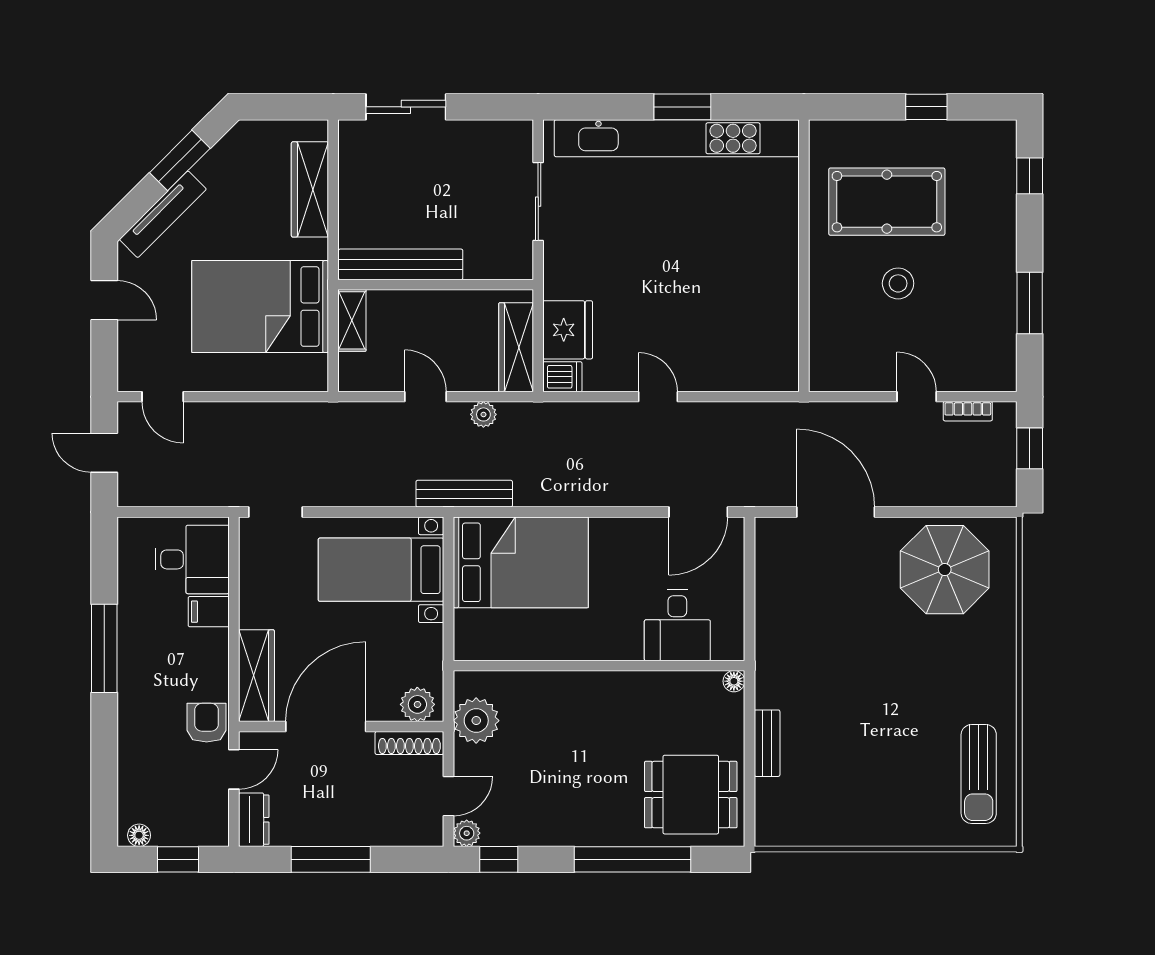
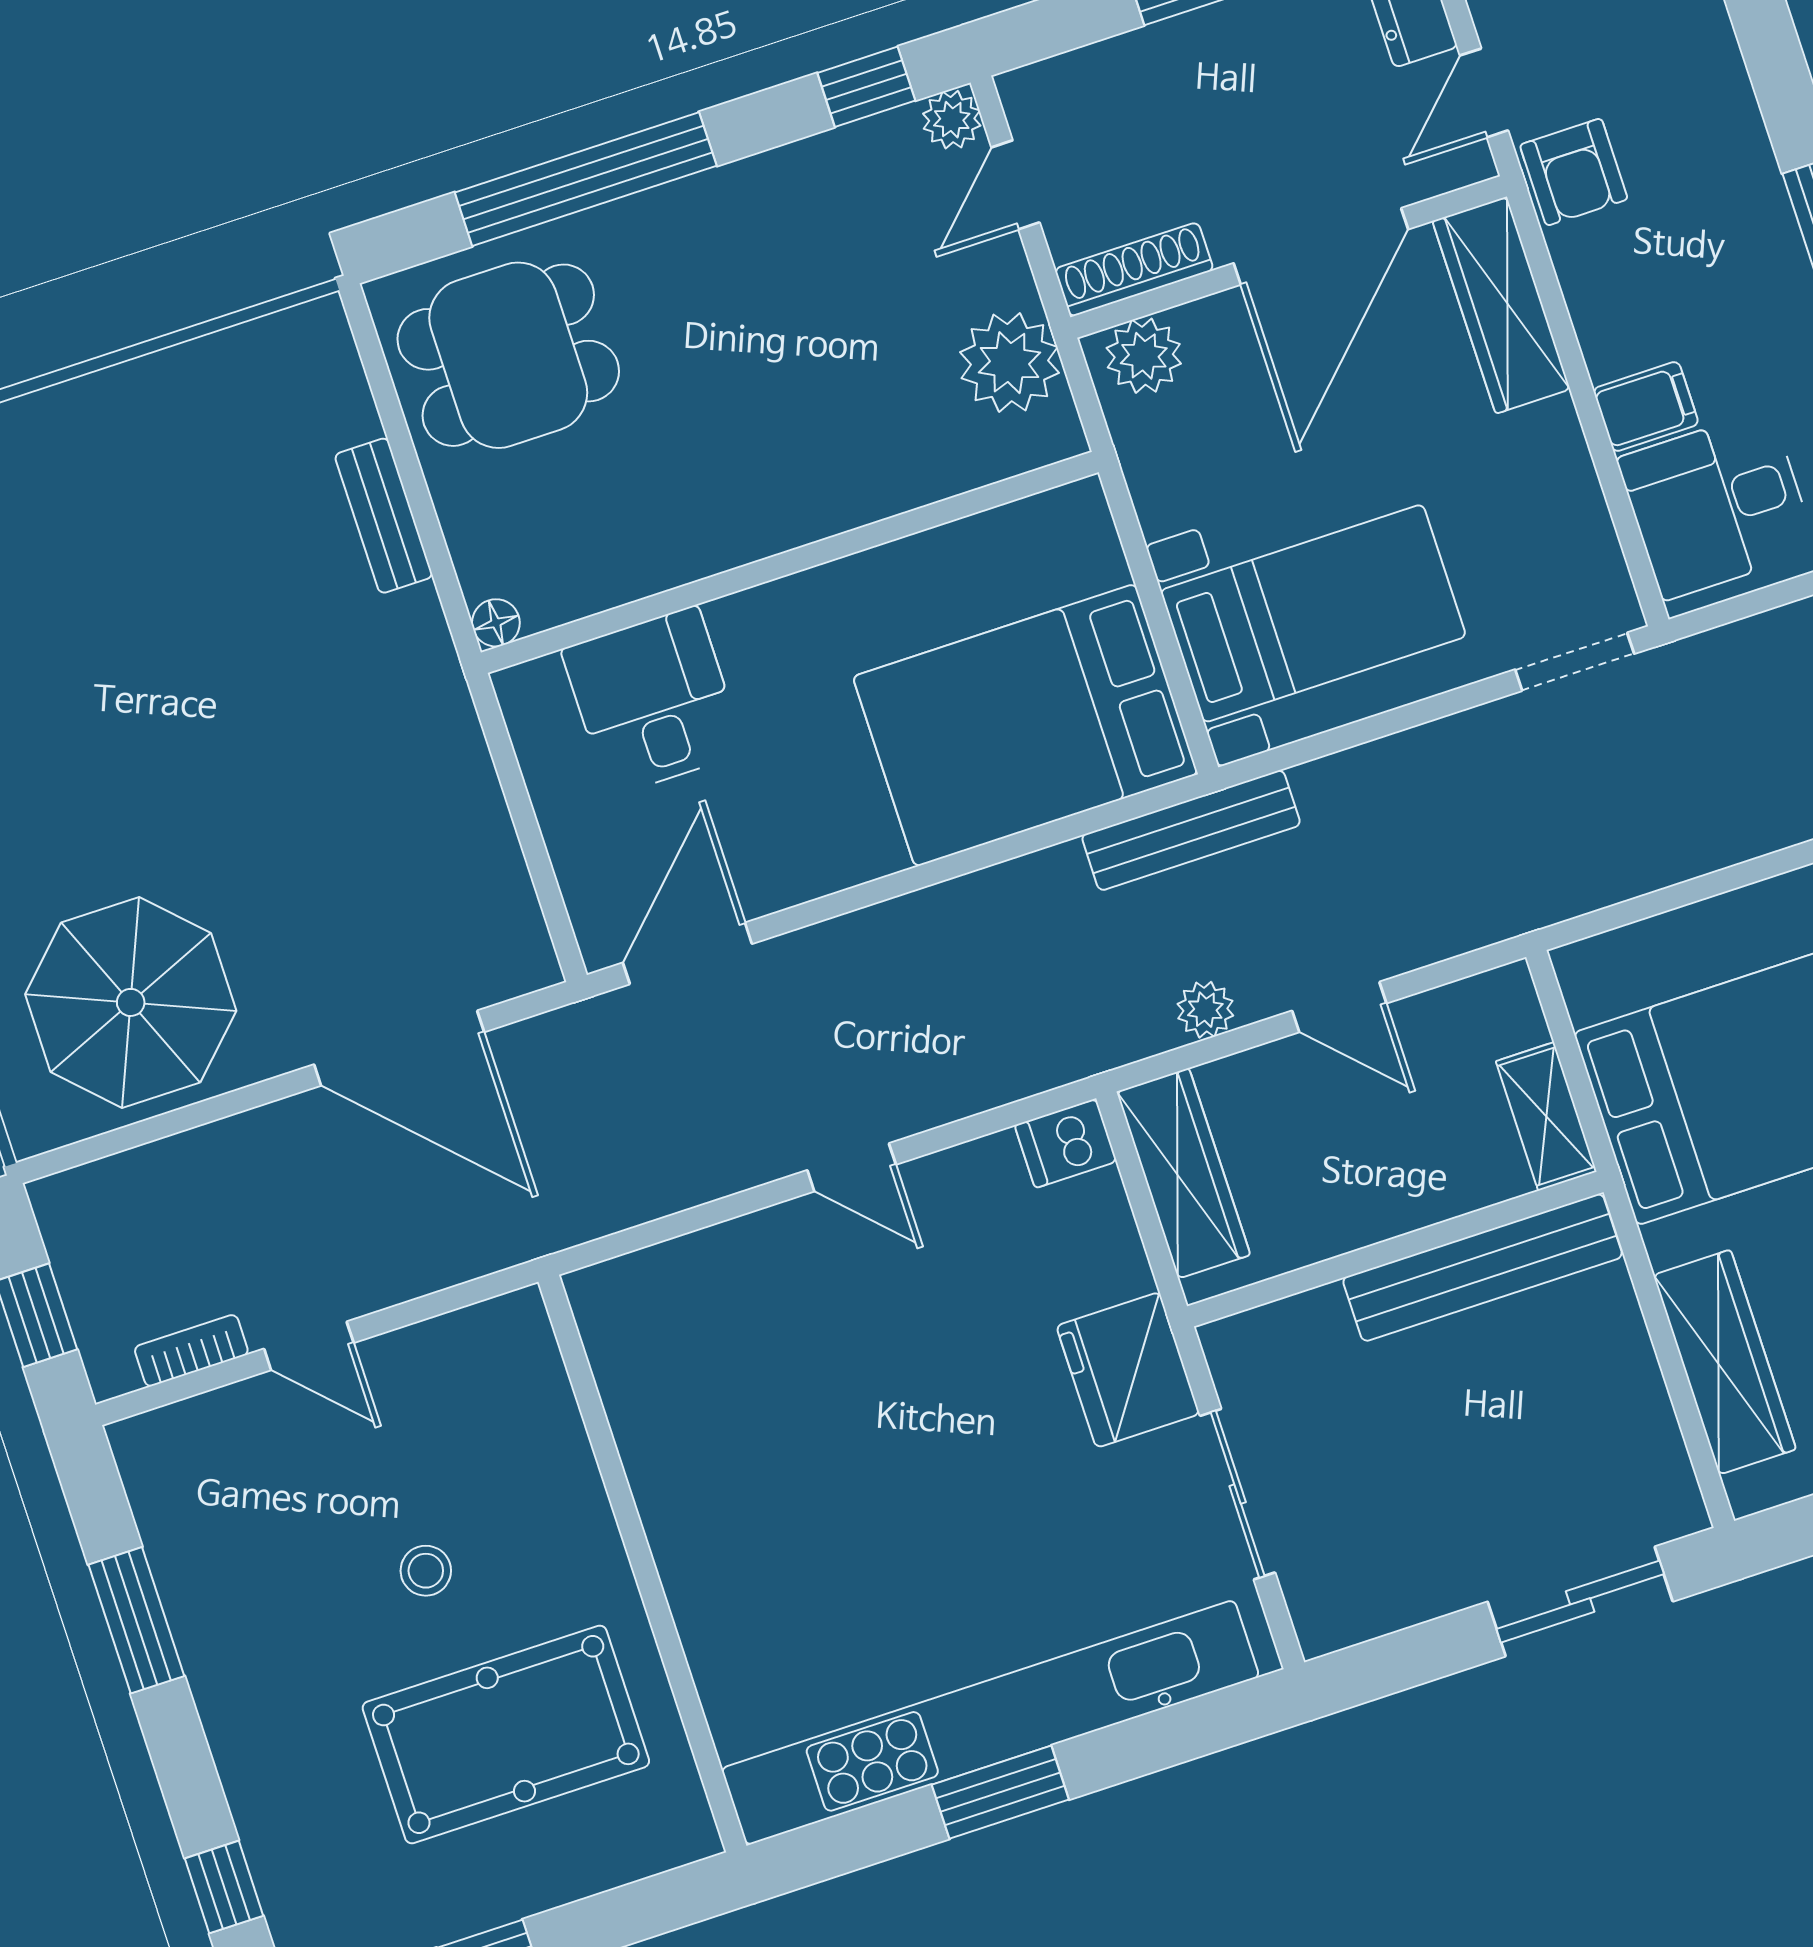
stool: (898, 283) -> (426, 1571), width x0.73, depth x0.73
fridge: (568, 330) -> (1128, 1370), moved

